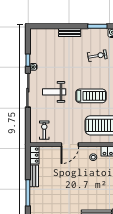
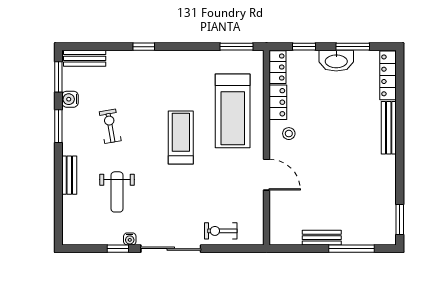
weight bench: (54, 92) -> (117, 192), moved
exercise bike: (44, 130) -> (221, 231), moved
locker: (34, 155) -> (285, 237), removed

